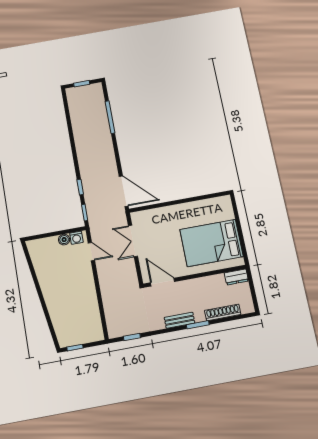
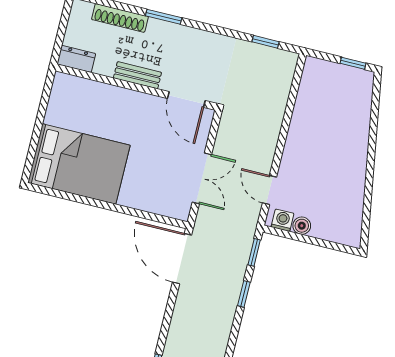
bed: (212, 243) -> (79, 164), moved
bench: (179, 320) -> (137, 75), moved

